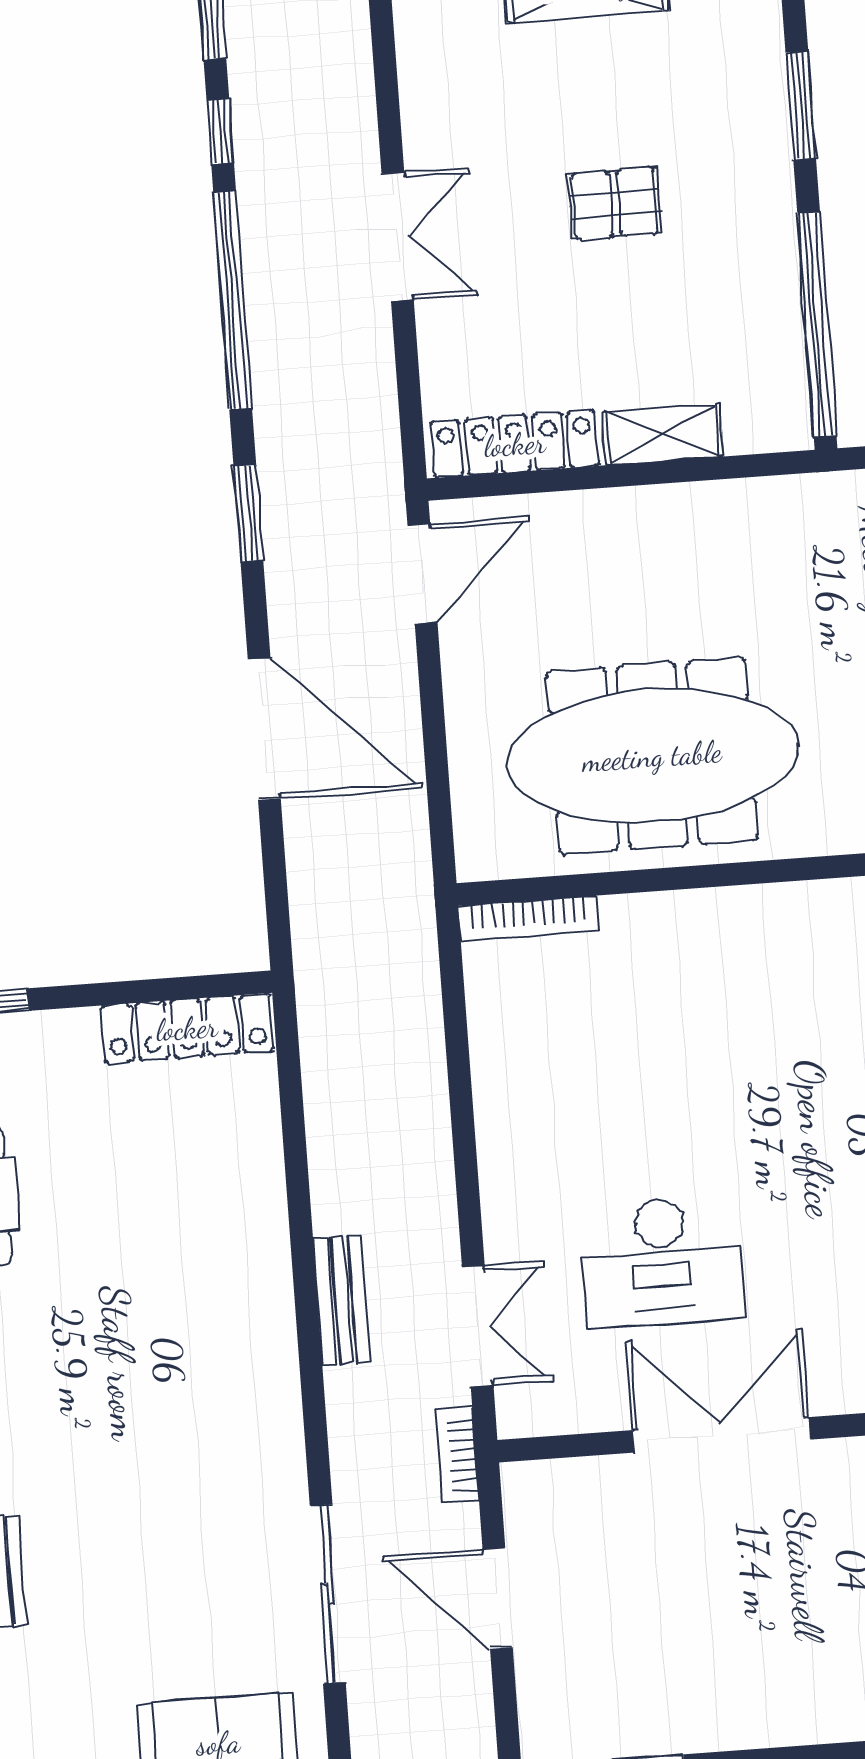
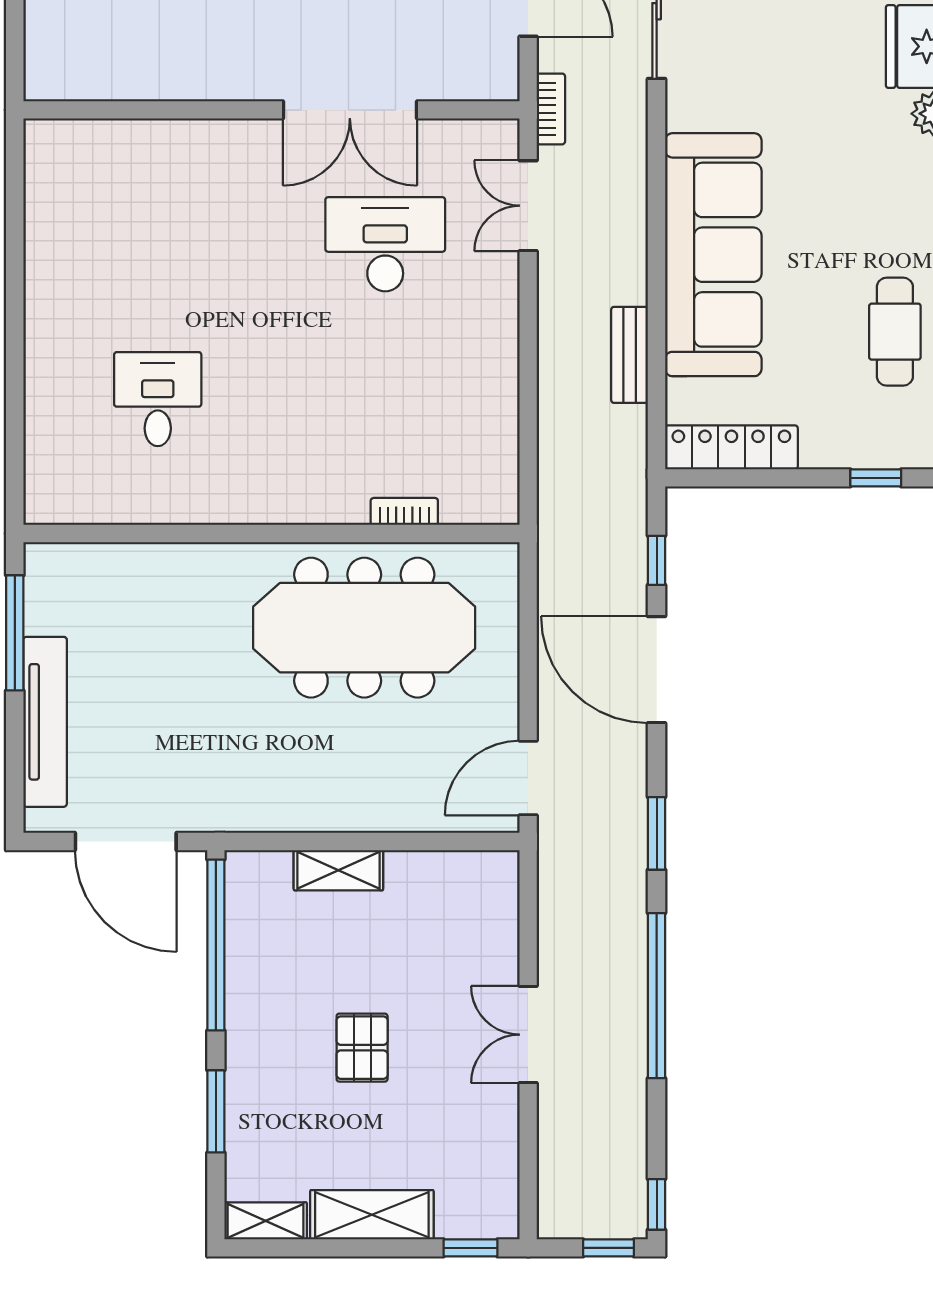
window: (220, 131) -> (657, 560), moved
pallet: (615, 203) -> (362, 1048), turned 90
locker: (515, 444) -> (451, 871), removed
bookcase: (528, 918) -> (404, 511), moved, width x0.64
sofa: (230, 1280) -> (713, 255), added
bench: (342, 1300) -> (630, 355), moved

